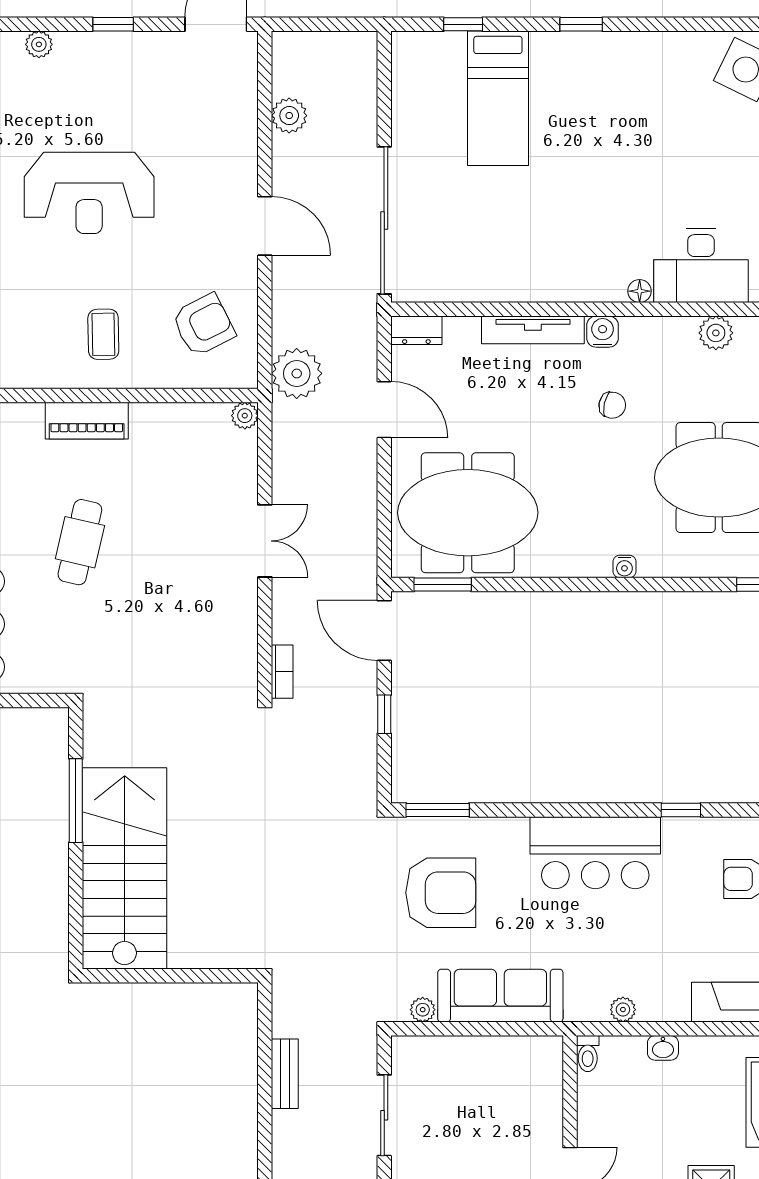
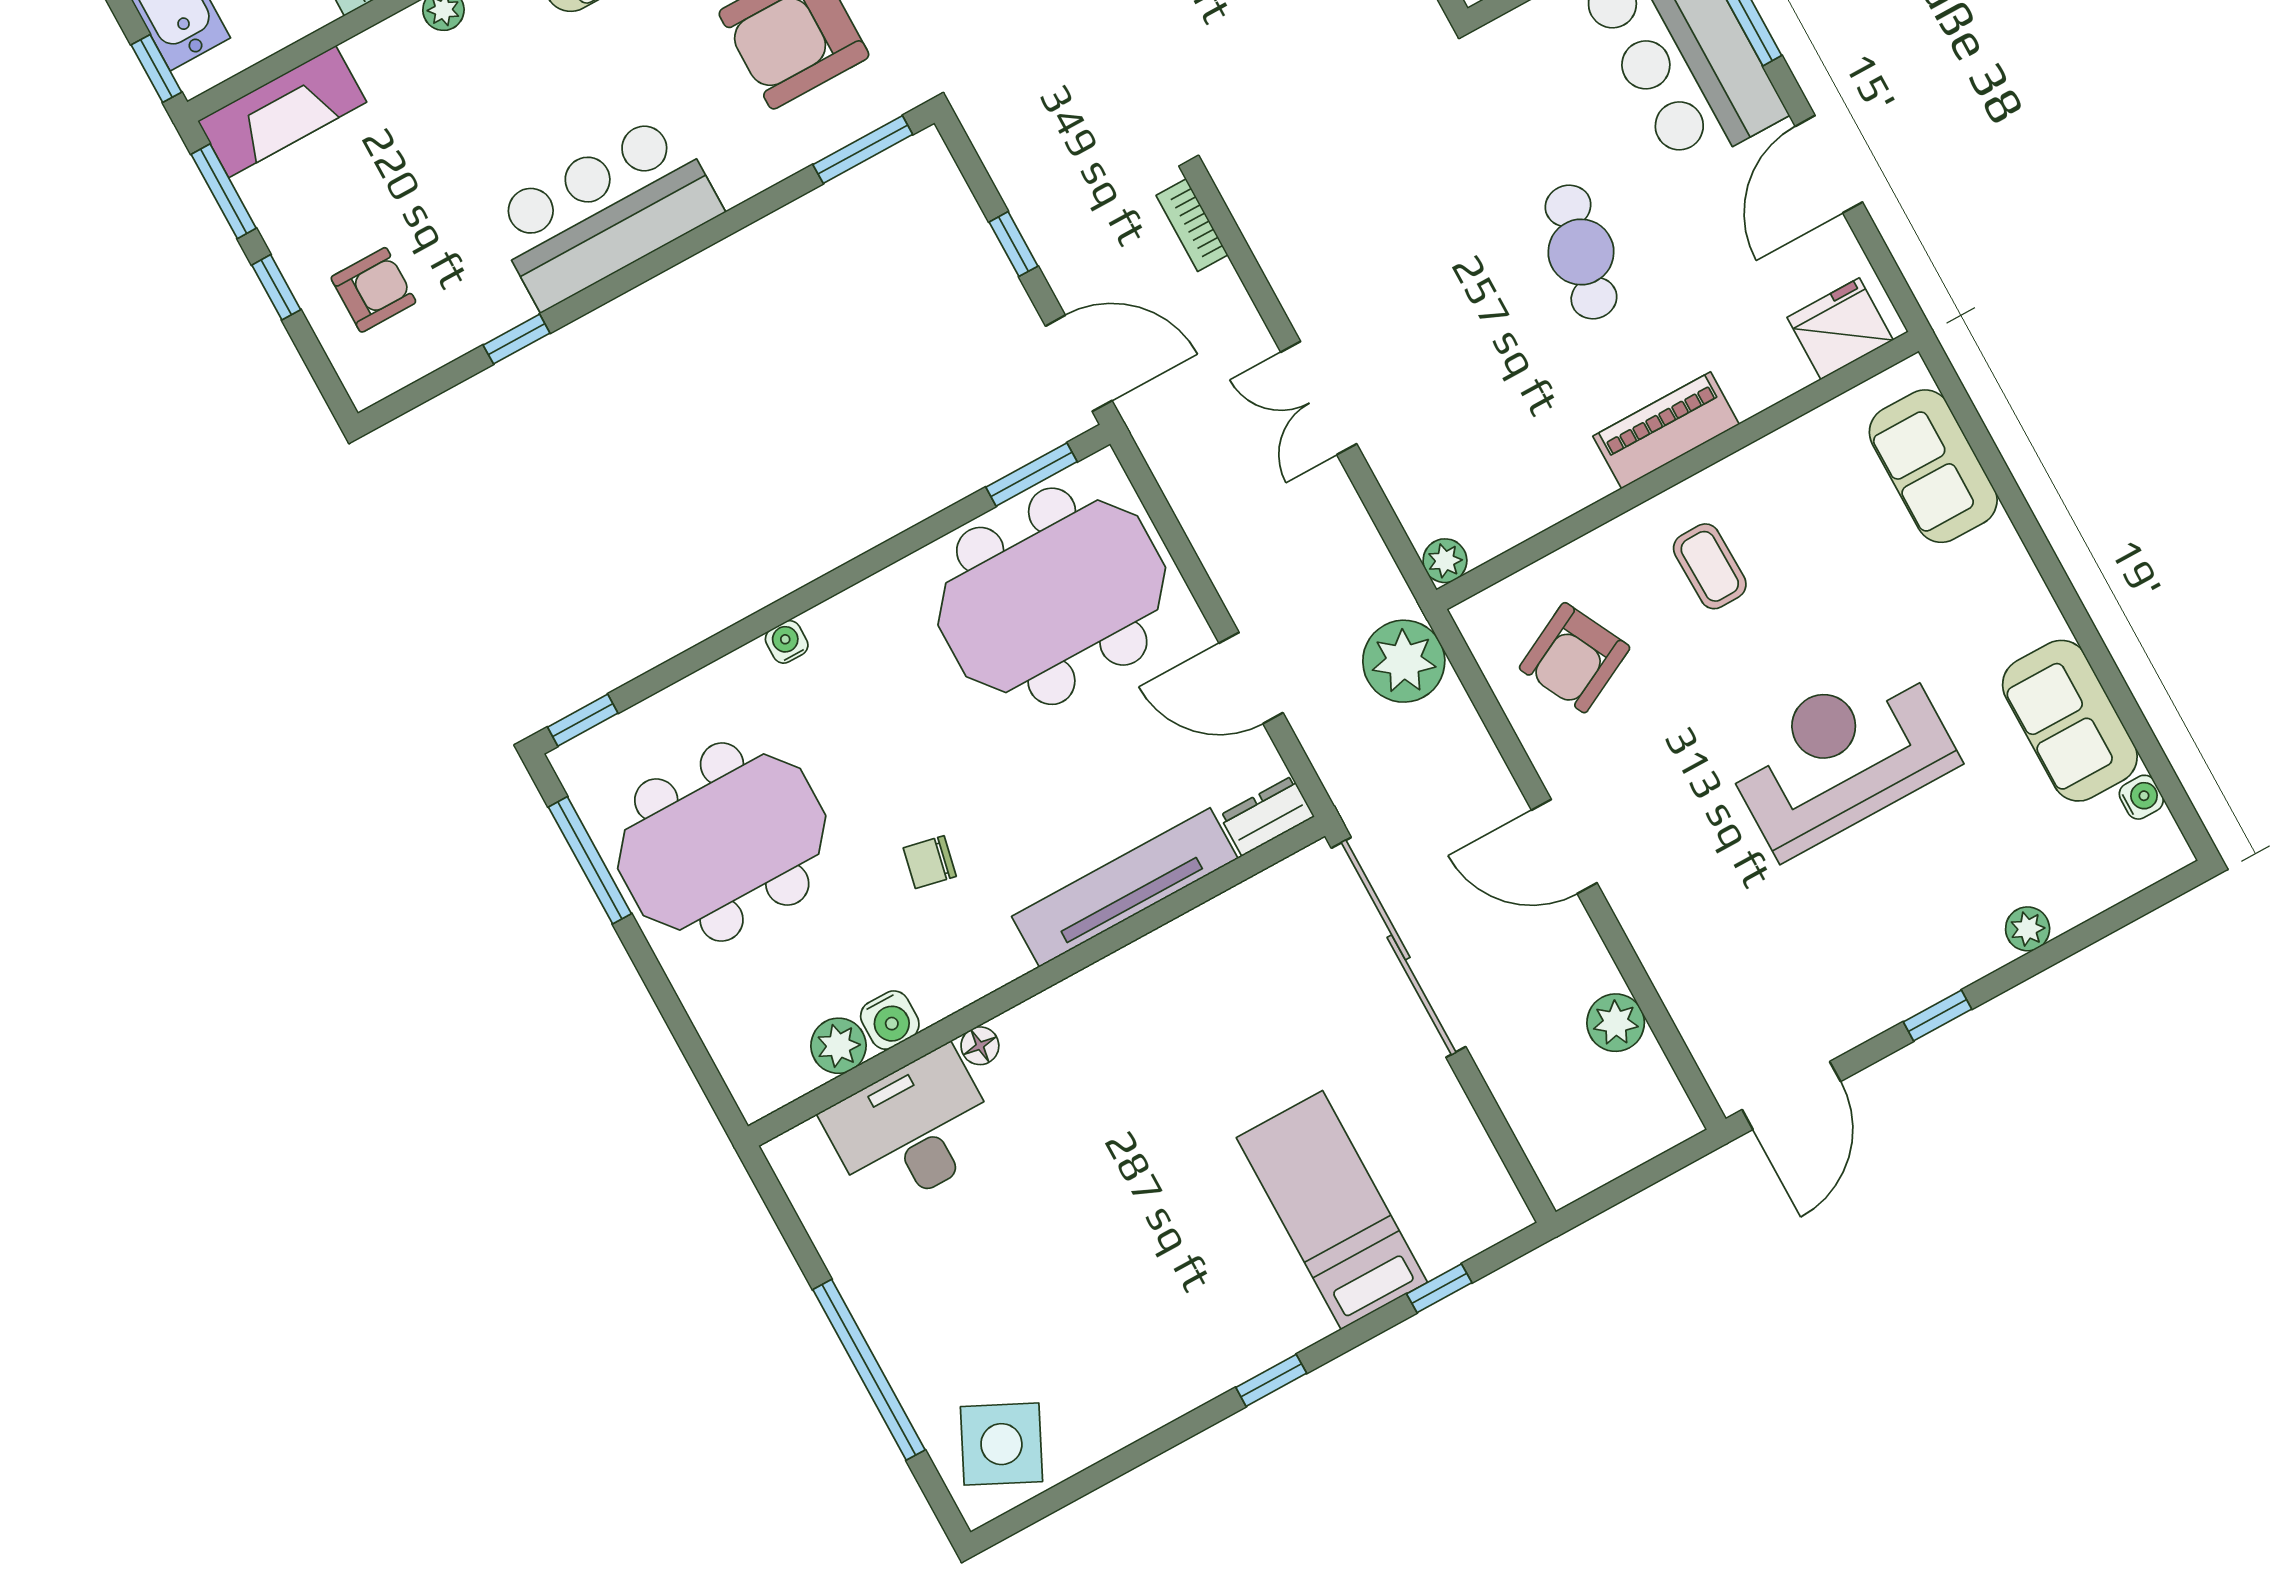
tv unit: (533, 330) -> (1125, 887), width x1.36, depth x1.29
water cooler: (603, 332) -> (890, 1020), moved

